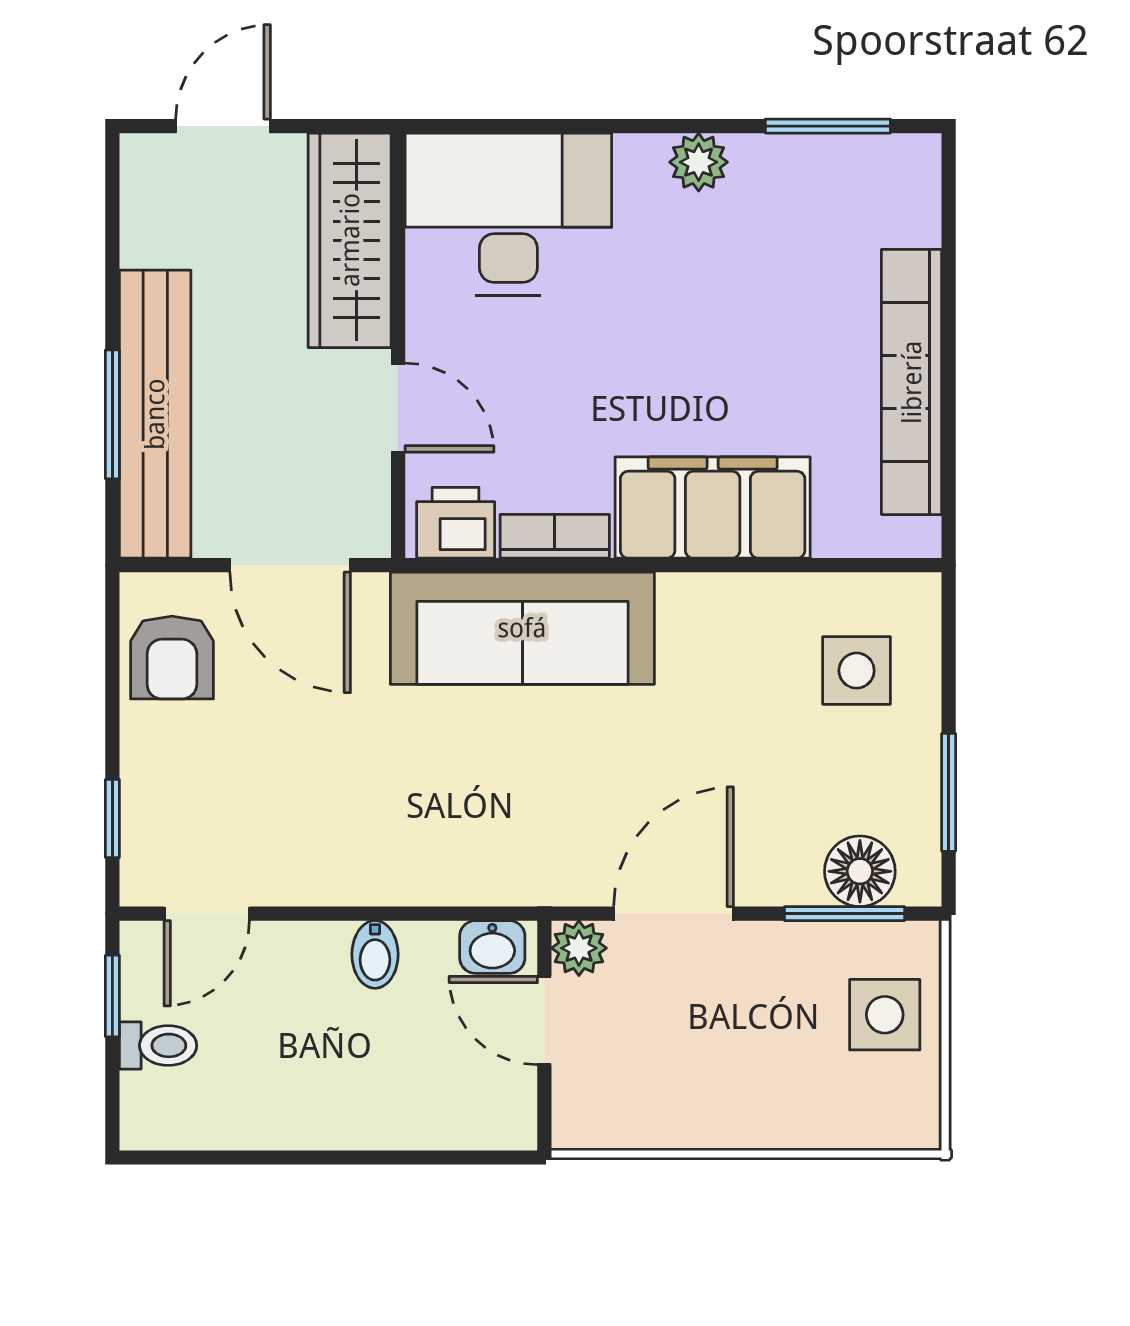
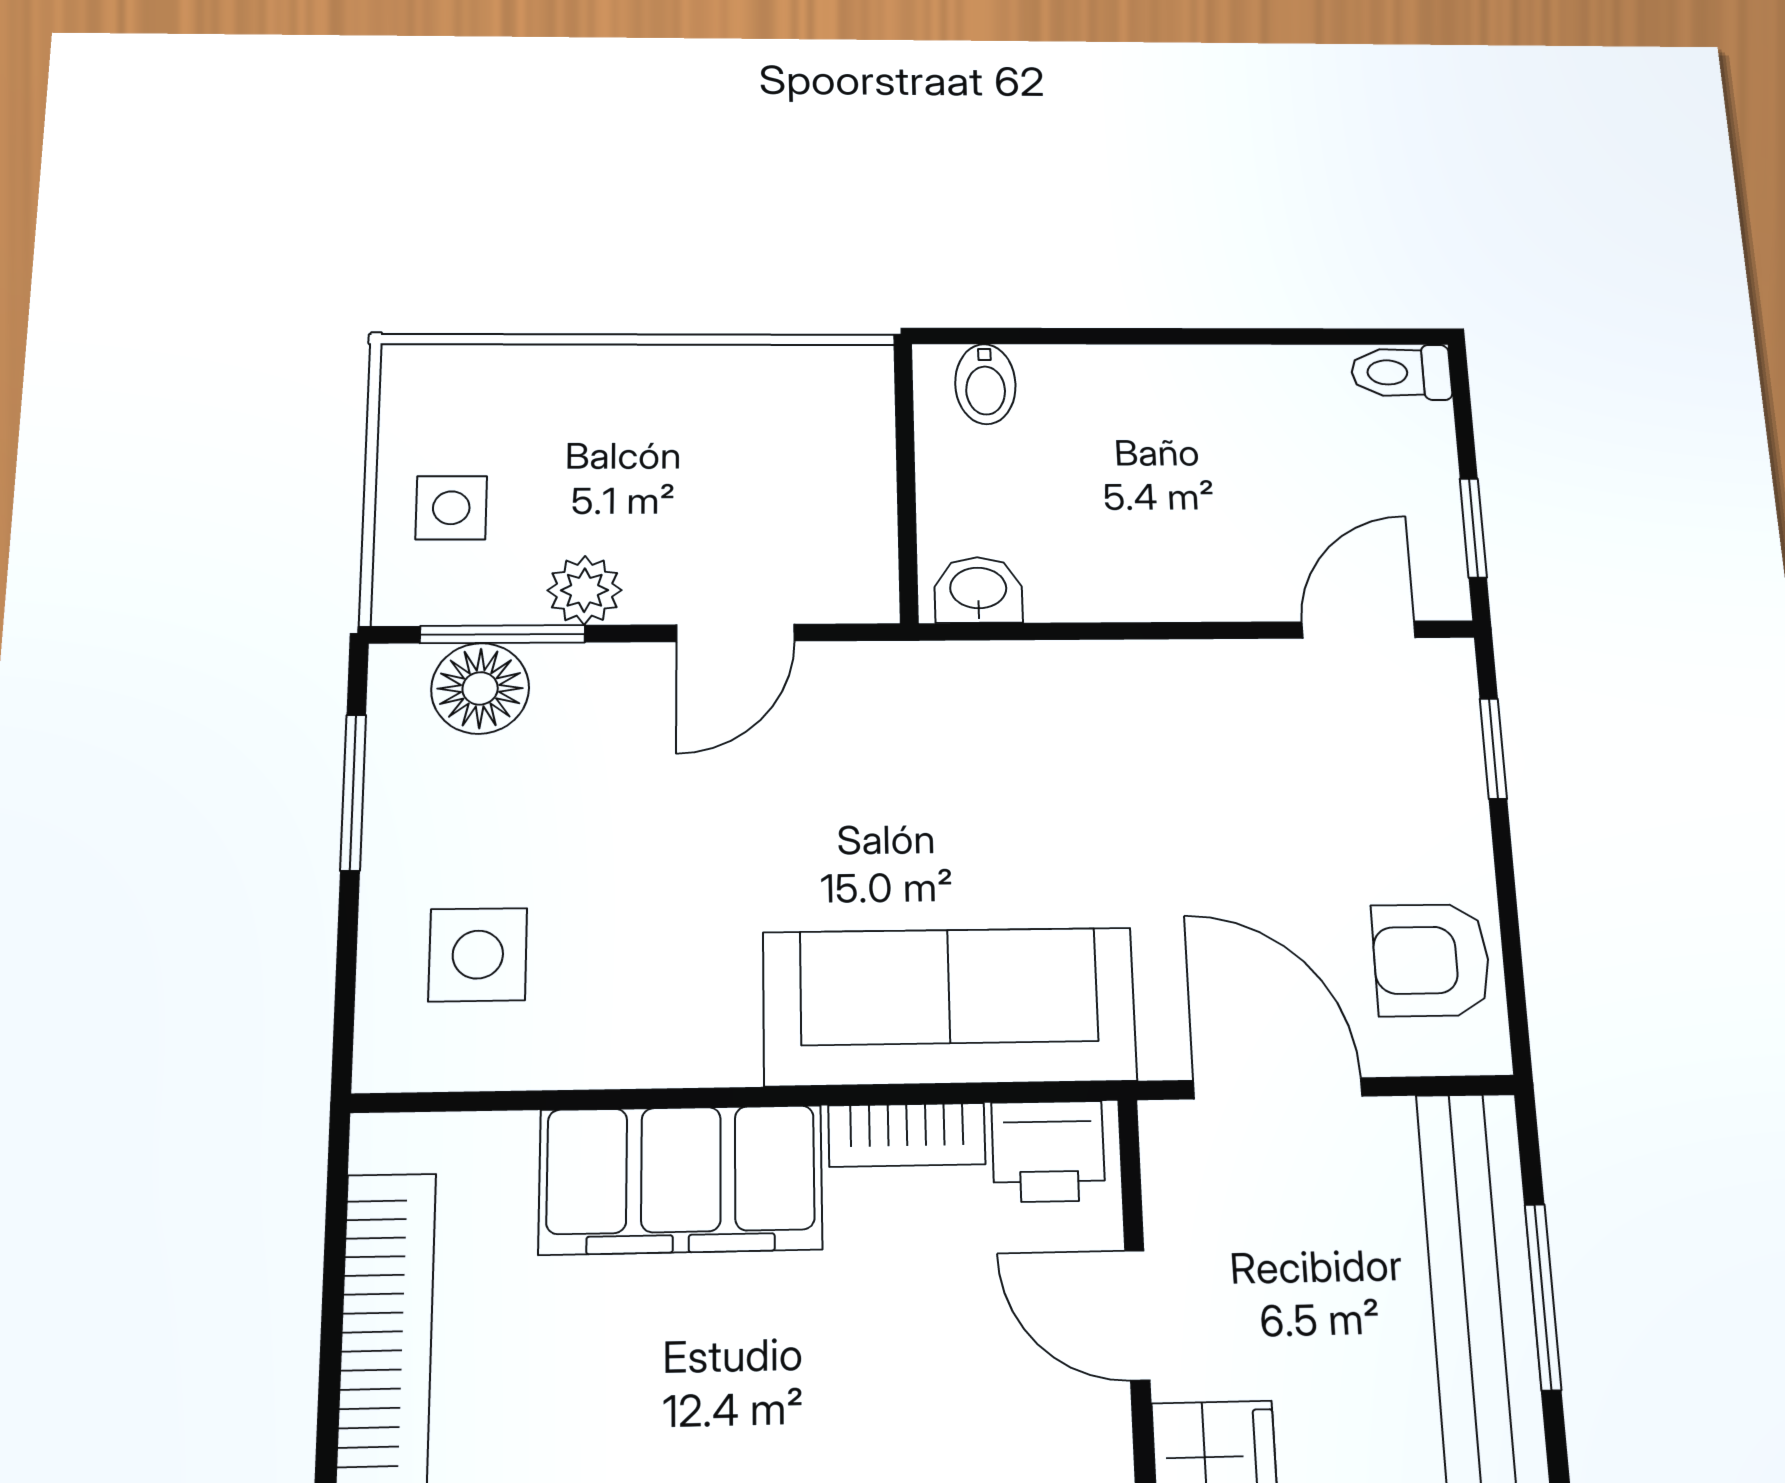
armchair: (172, 657) -> (1431, 960), turned -90
door: (674, 914) -> (735, 633), width x0.73
plant: (579, 948) -> (585, 590), moved
bidet: (375, 954) -> (985, 384), moved, turned 180
side table: (885, 1015) -> (451, 508), width x0.73, depth x0.73
door: (544, 1021) -> (906, 500), removed
toilet: (158, 1045) -> (1401, 372), moved

